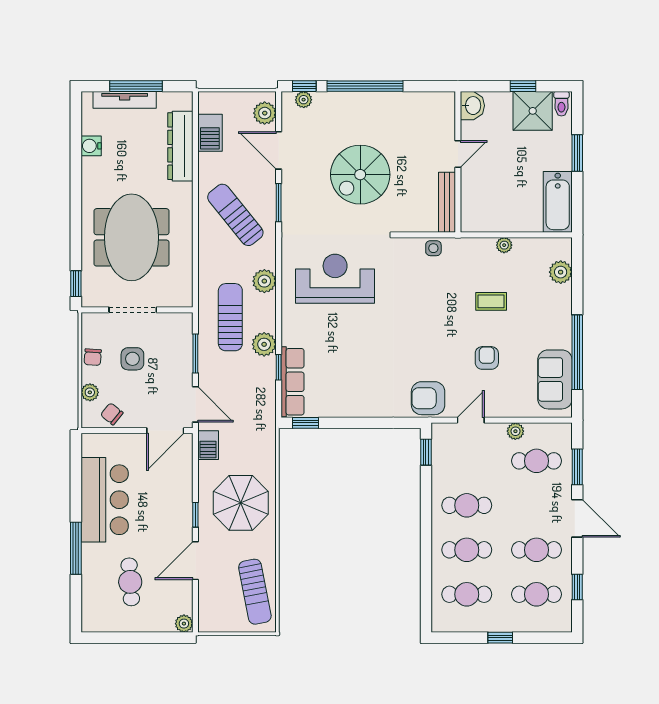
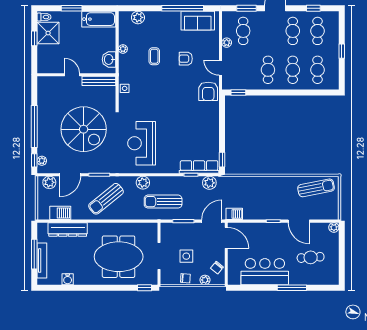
washbasin: (472, 106) -> (109, 59), moved, turned -90
spiral stairs: (360, 175) -> (84, 129), width x1.37, depth x1.37
plant: (264, 344) -> (209, 183), moved
parasol: (241, 503) -> (267, 196), removed

